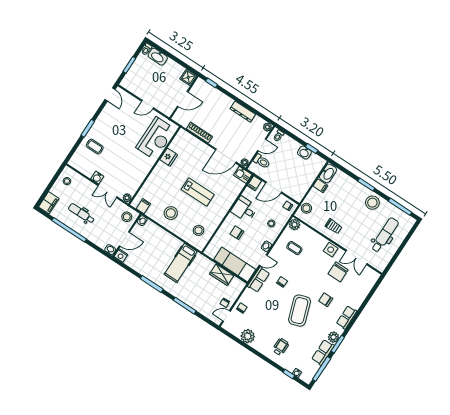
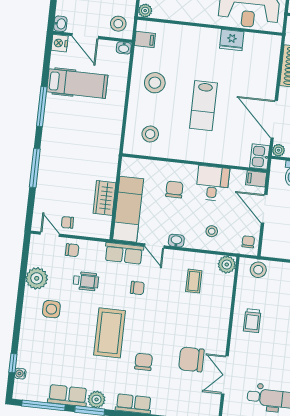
side table: (331, 250) -> (51, 309), moved
hospital bed: (181, 263) -> (77, 84), moved, turned 180
coffee table: (299, 311) -> (110, 333), turned -71
wheelchair: (281, 347) -> (86, 281), moved

